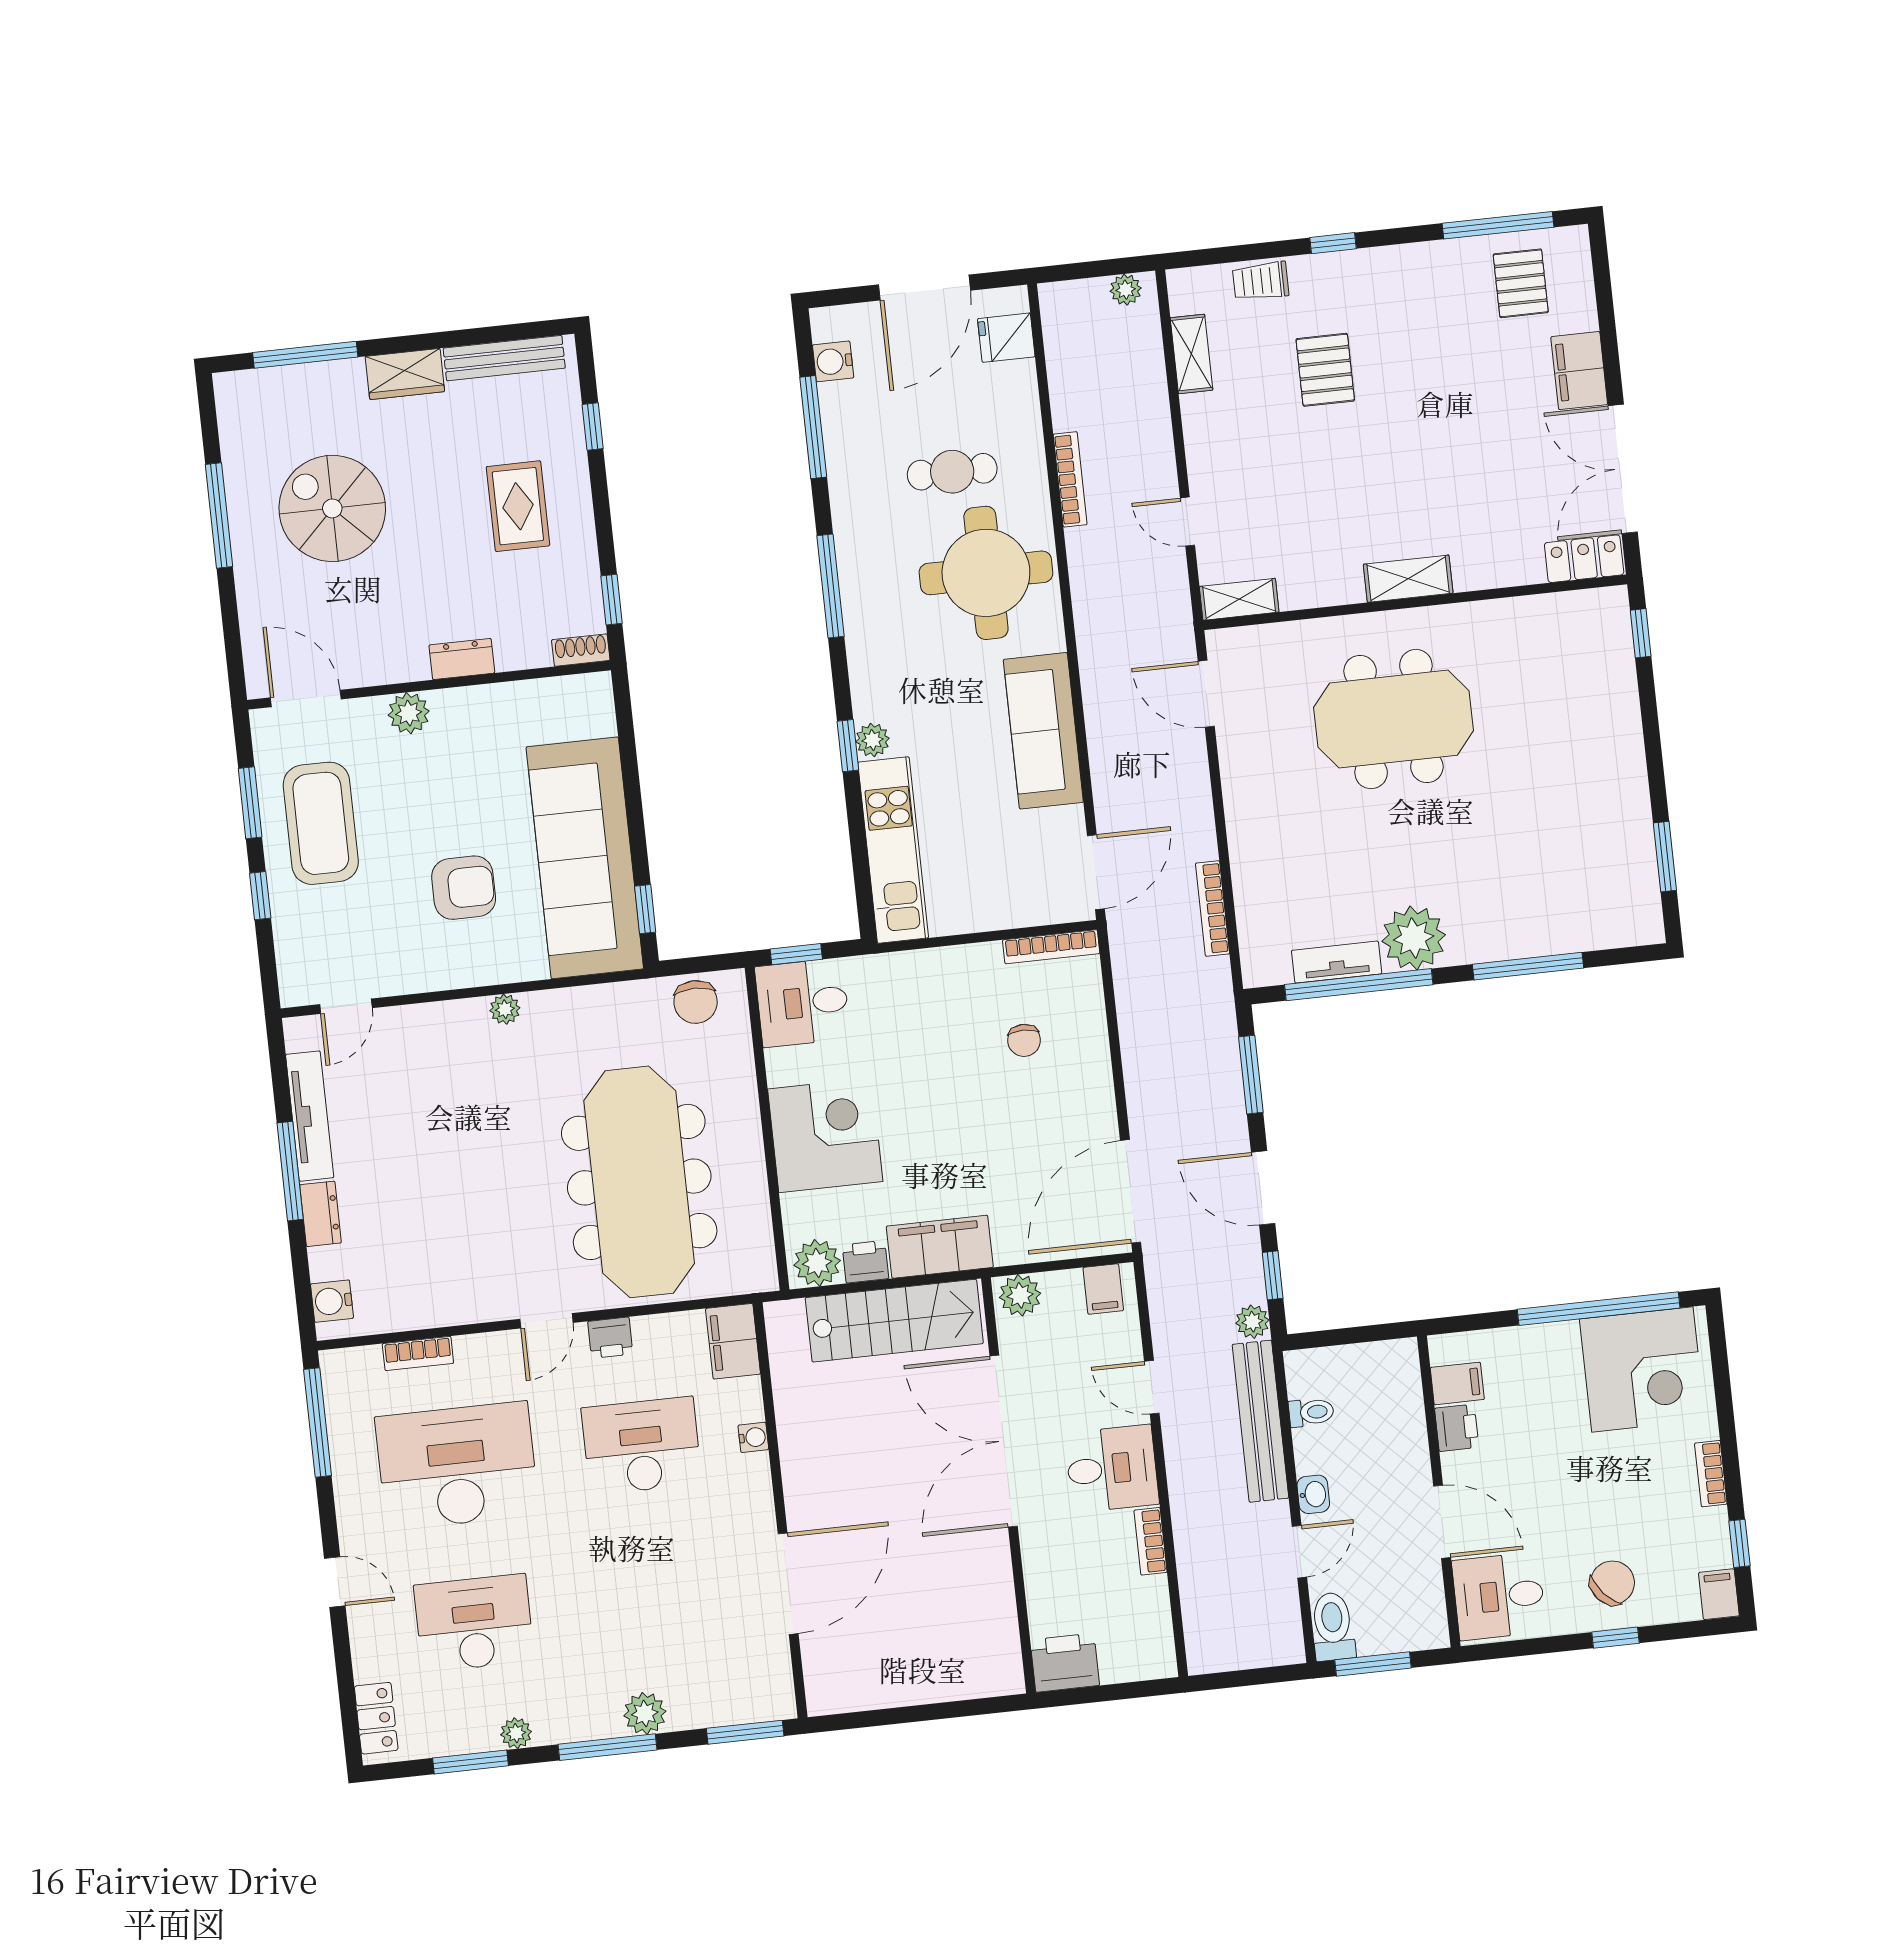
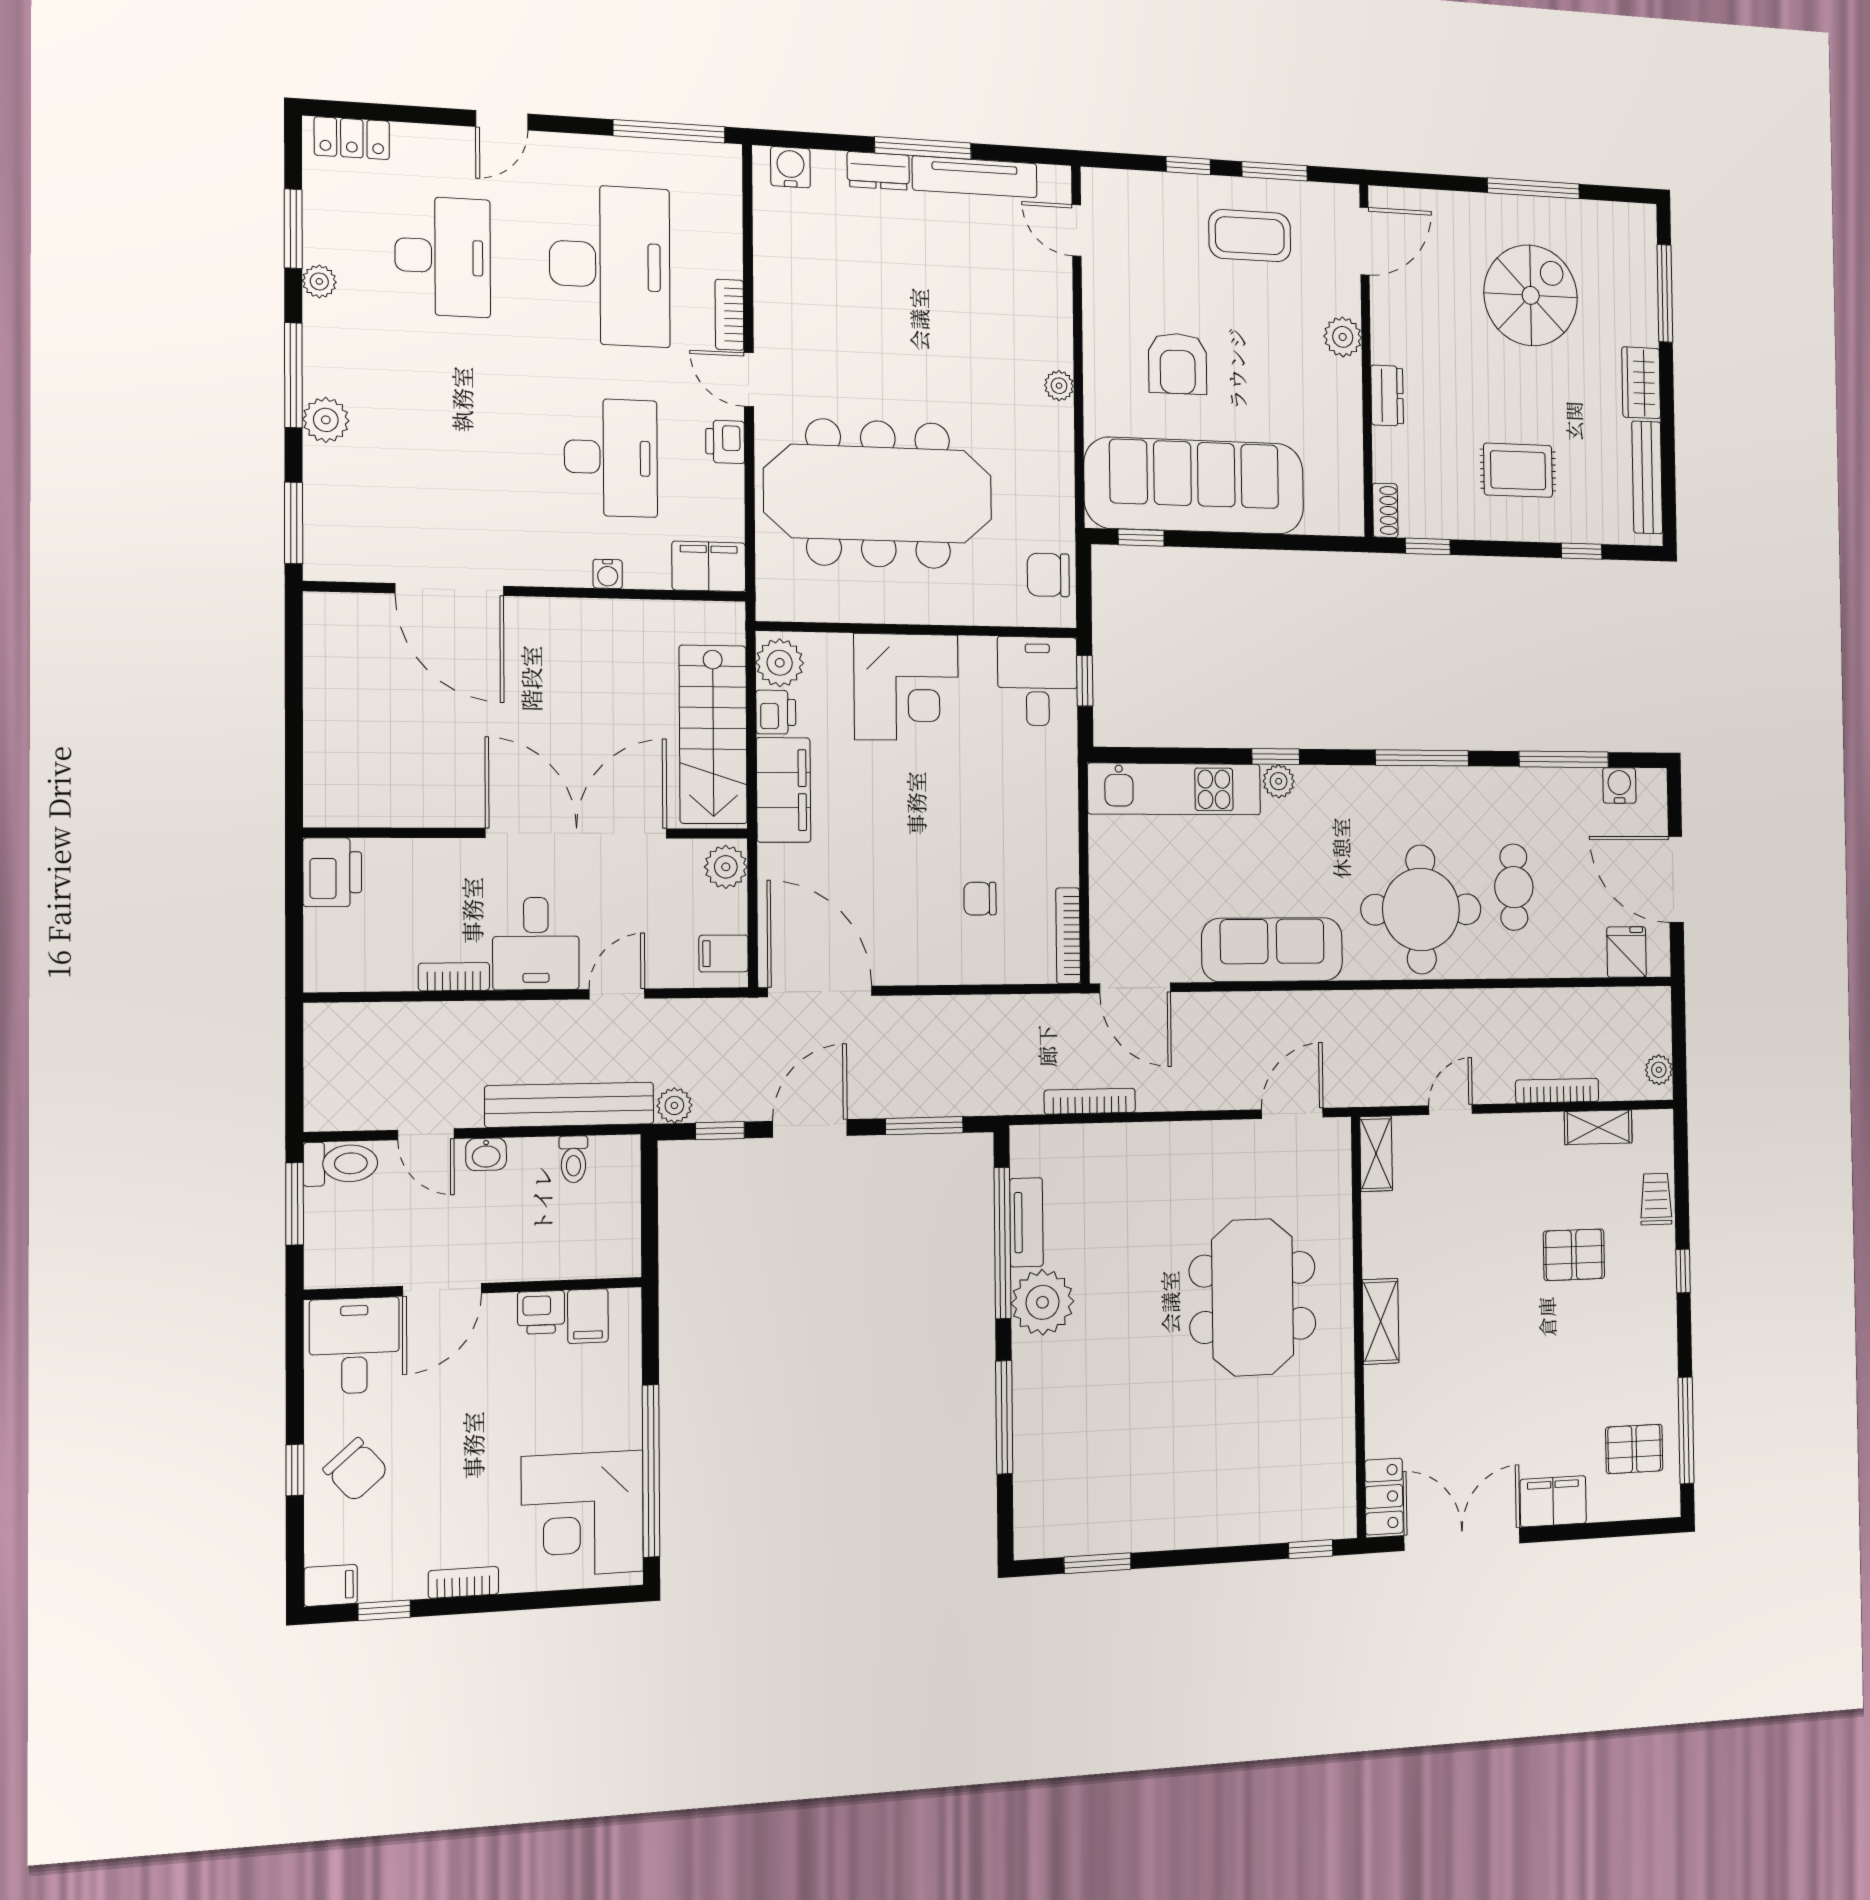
bookcase: (1070, 479) -> (1557, 1091), moved, turned 180
coffee table: (321, 823) -> (1250, 236), width x0.73, depth x0.76
bookcase: (418, 1354) -> (729, 315), moved

